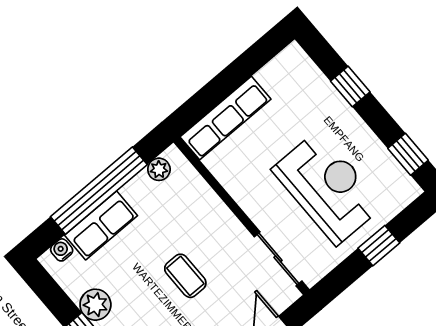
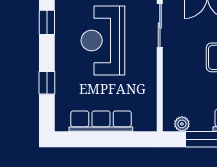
row of seats: (225, 118) -> (101, 121), moved

